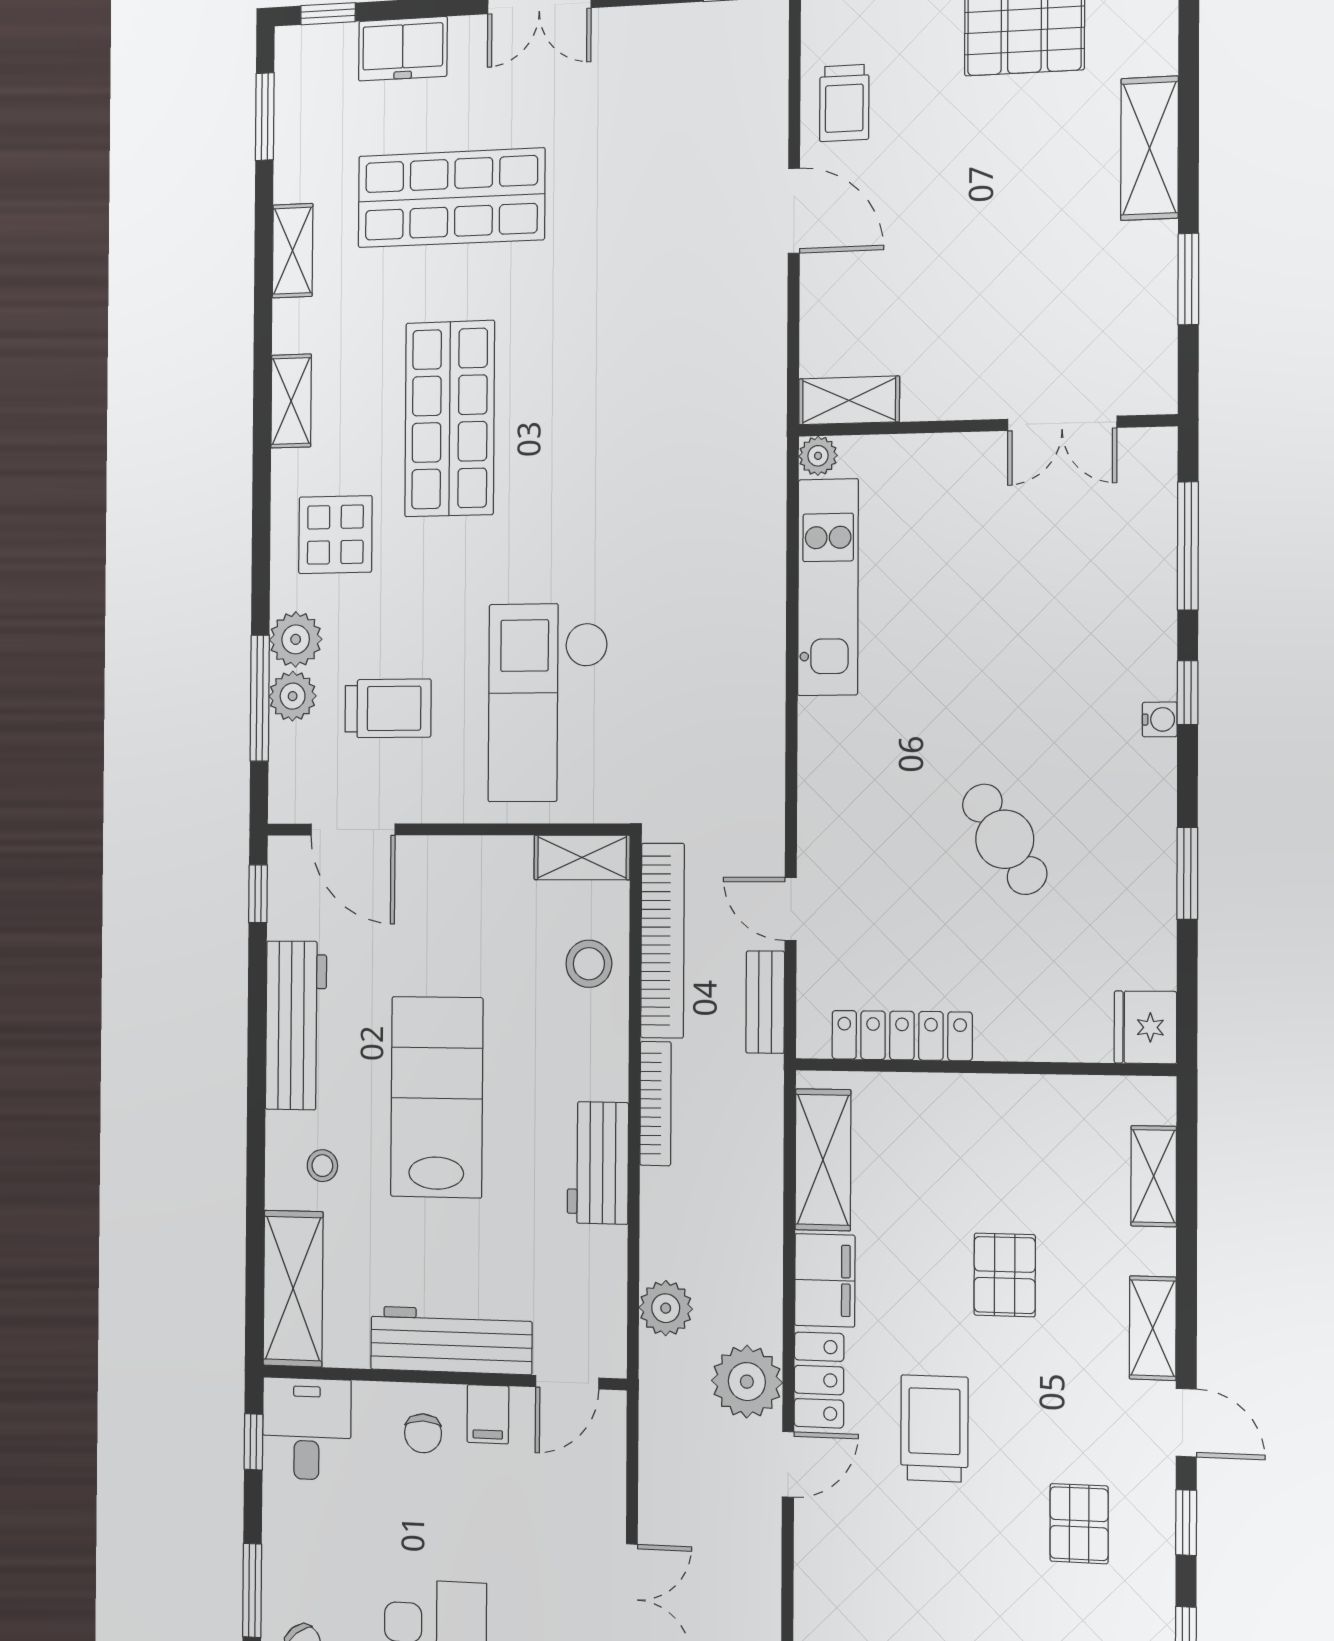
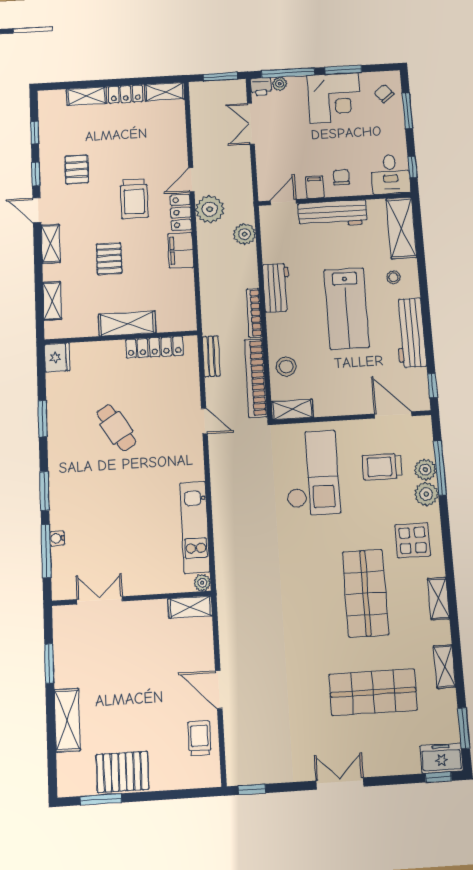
freezer: (403, 49) -> (442, 758), moved
window: (1188, 693) -> (44, 491), width x1.50
water cooler: (1160, 719) -> (57, 538), moved
door: (791, 909) -> (204, 421), moved
shelving: (823, 1160) -> (127, 324), moved, turned 90

